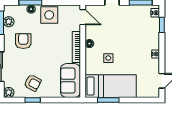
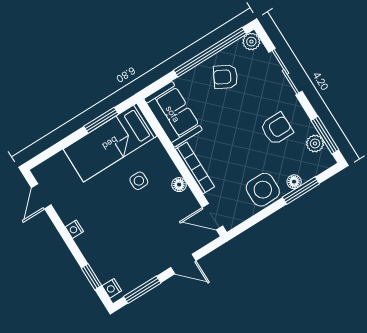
armchair: (23, 41) -> (277, 129), turned -90
window: (33, 100) -> (210, 52), width x3.17

